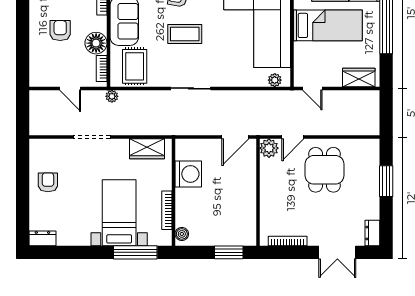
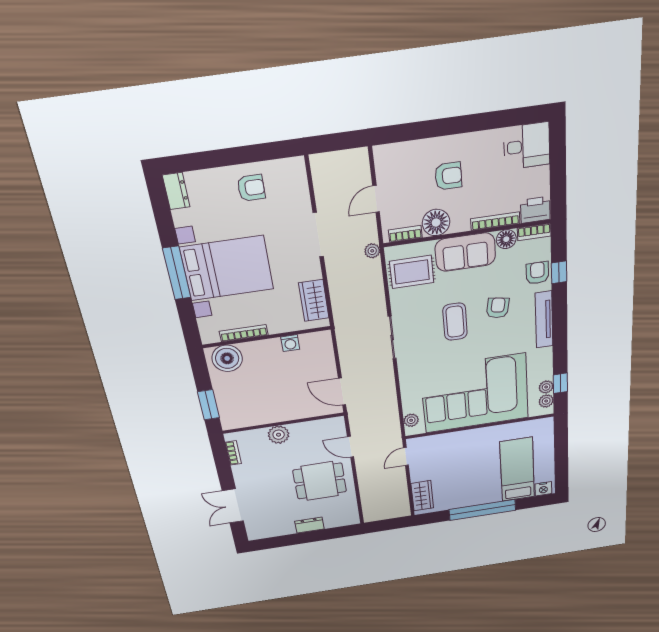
bed: (328, 25) -> (475, 460), removed
plant: (269, 148) -> (279, 435), moved
washing machine: (188, 174) -> (290, 343), width x0.53, depth x0.53
window: (386, 181) -> (317, 536), removed
bed with nightstands: (119, 213) -> (227, 268), width x1.36
dresser: (372, 233) -> (309, 525), moved
boiler: (182, 234) -> (227, 358), width x1.86, depth x1.86
bookcase: (288, 241) -> (233, 453), width x0.64
window: (135, 252) -> (177, 273), moved

